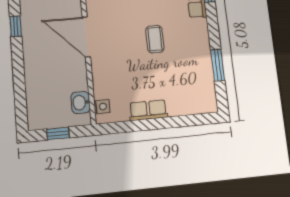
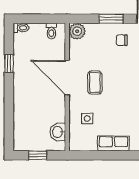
coffee table: (155, 39) -> (95, 83), moved
side table: (103, 107) -> (87, 119), moved

